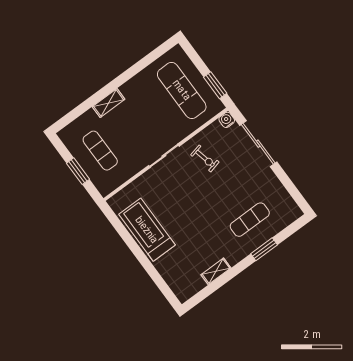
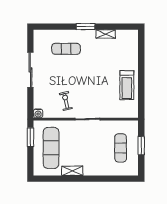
shelving: (109, 103) -> (72, 171), moved
sliding door: (258, 144) -> (30, 70), moved
treadmill: (147, 230) -> (127, 85), width x0.73, depth x0.73
window: (264, 249) -> (86, 27), moved

